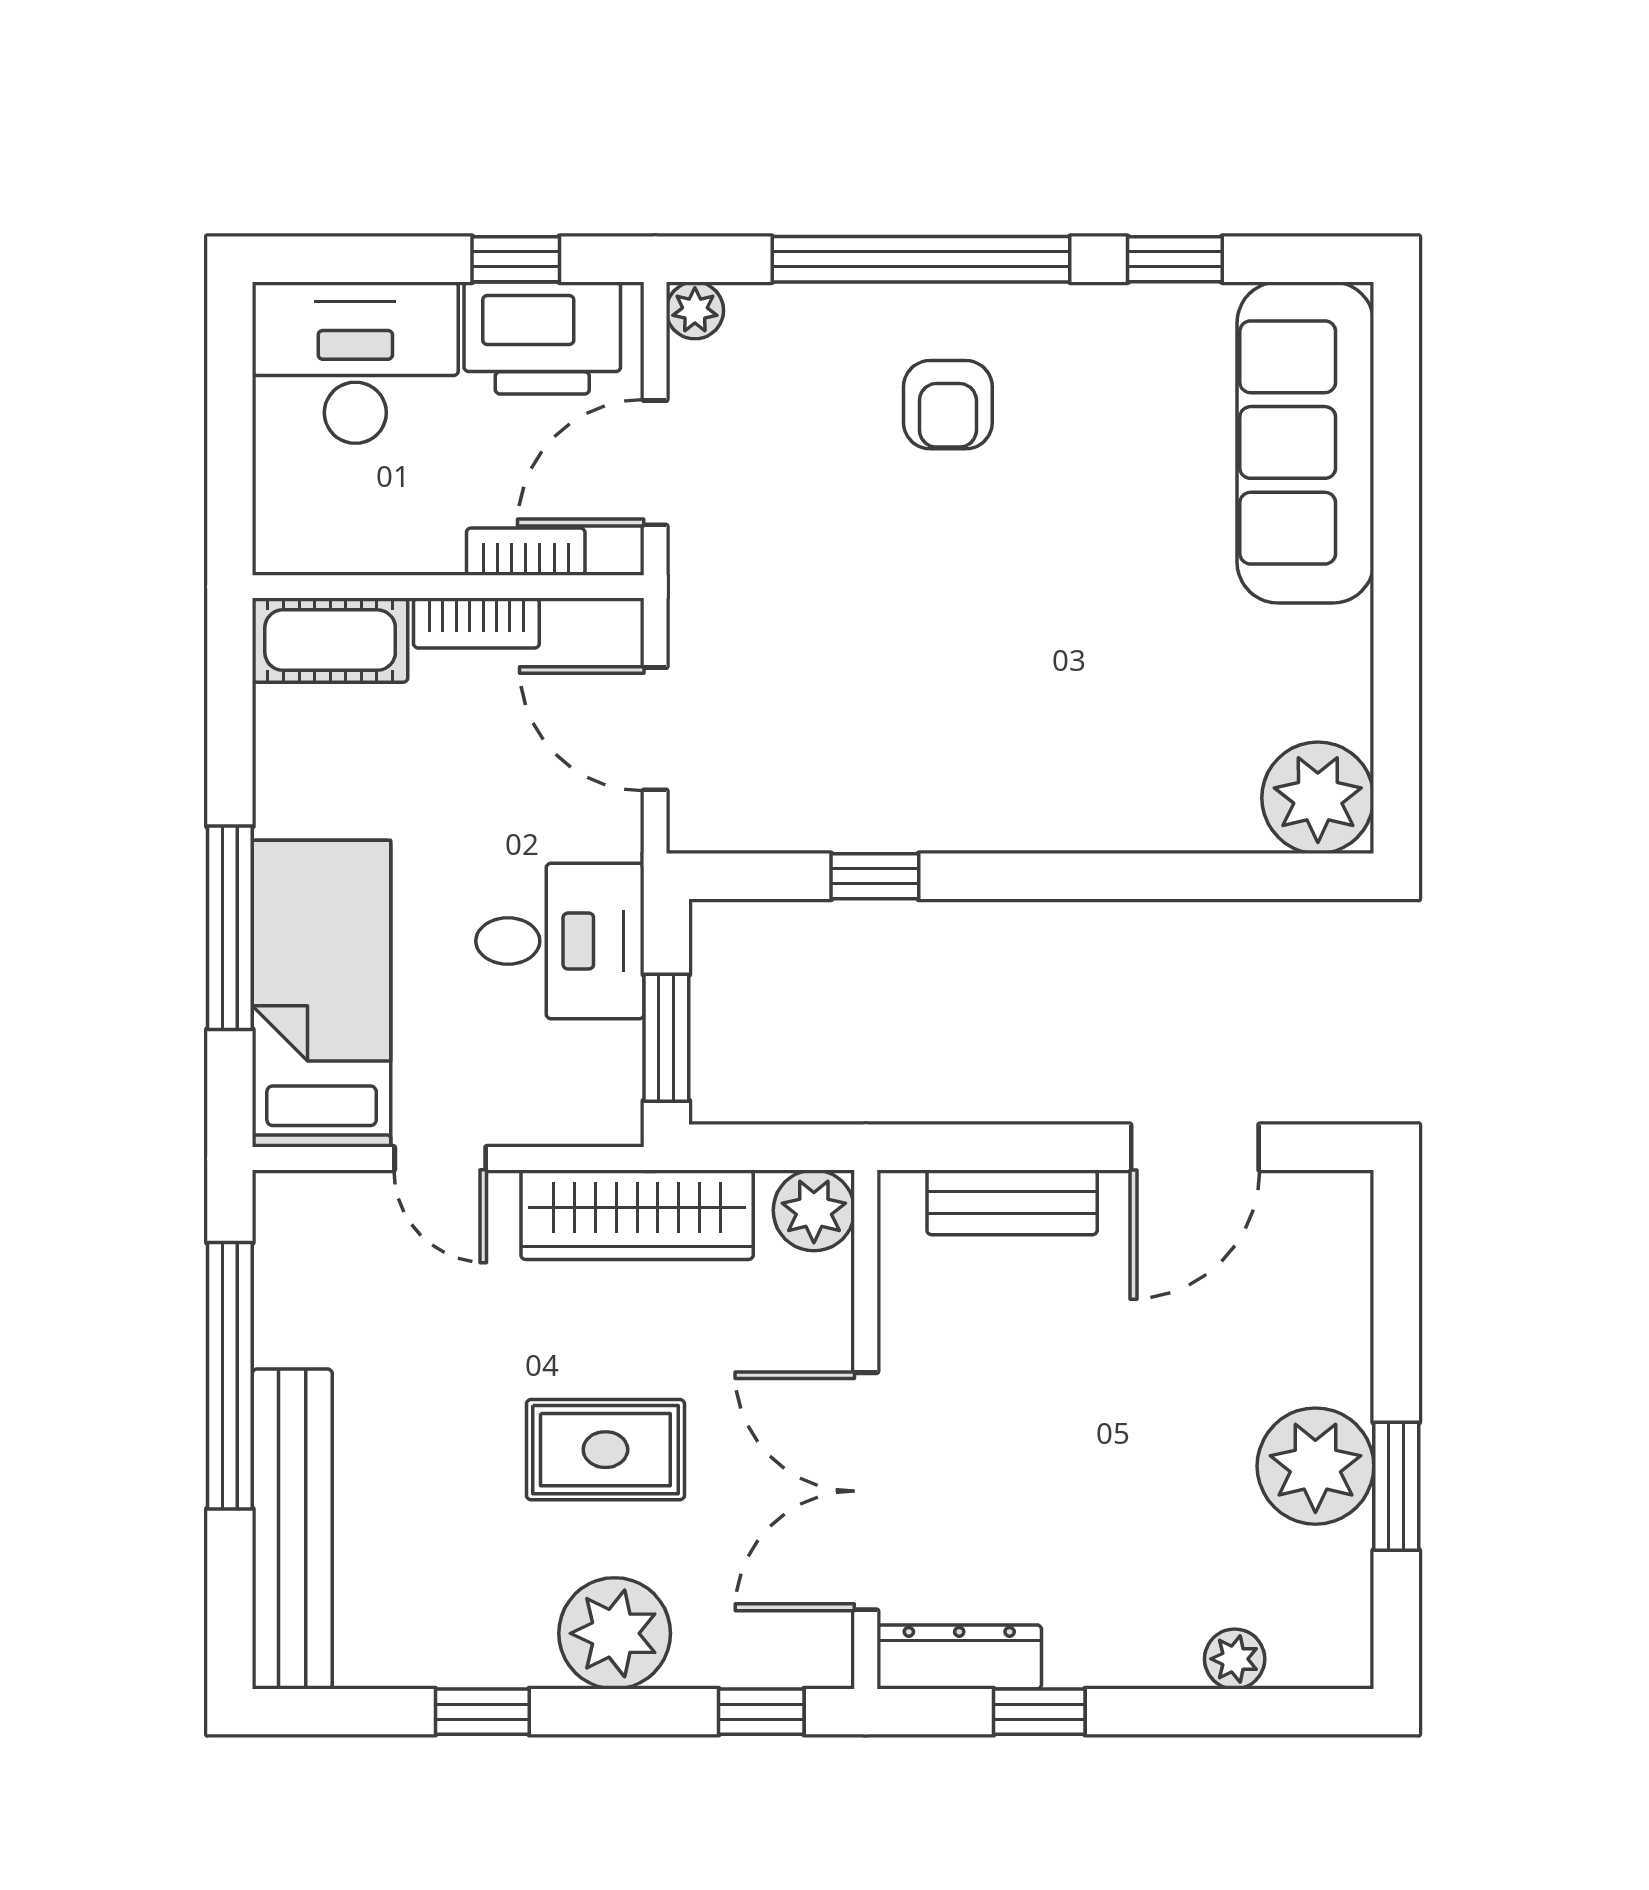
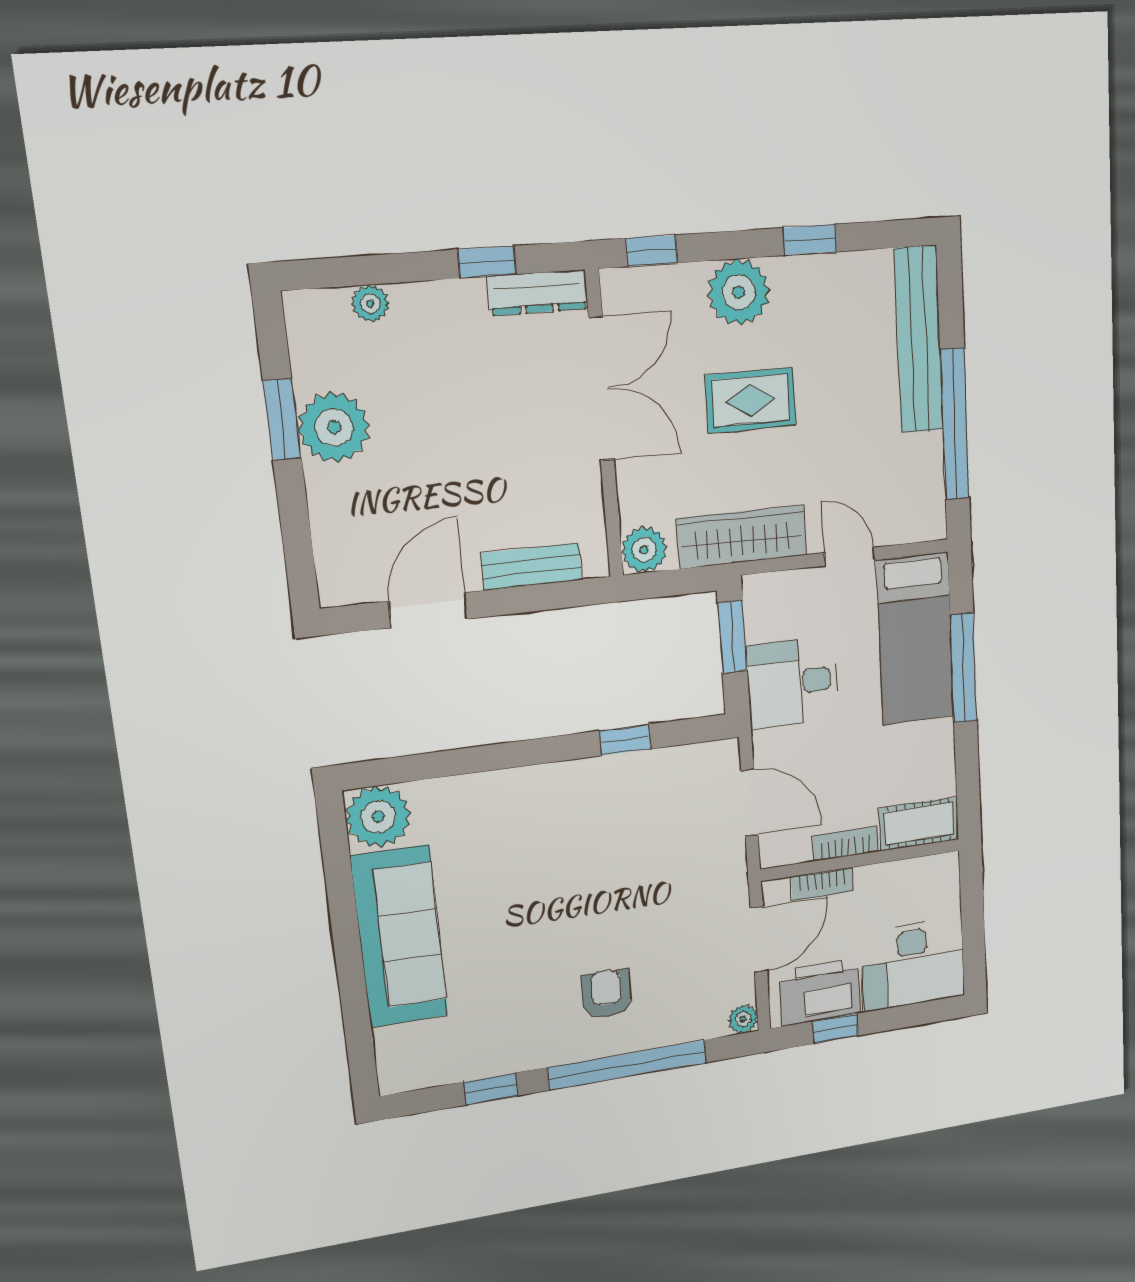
sofa: (1305, 442) -> (400, 937), moved

